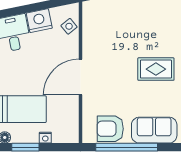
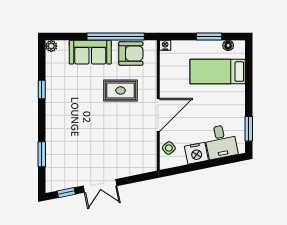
rug: (156, 69) -> (121, 90), moved
door: (81, 77) -> (158, 115), moved
nightstand: (45, 138) -> (165, 45), moved

